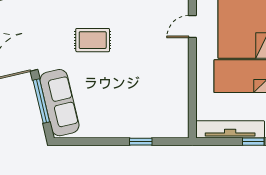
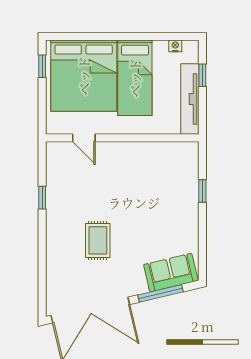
sofa: (60, 103) -> (171, 273), width x0.73

